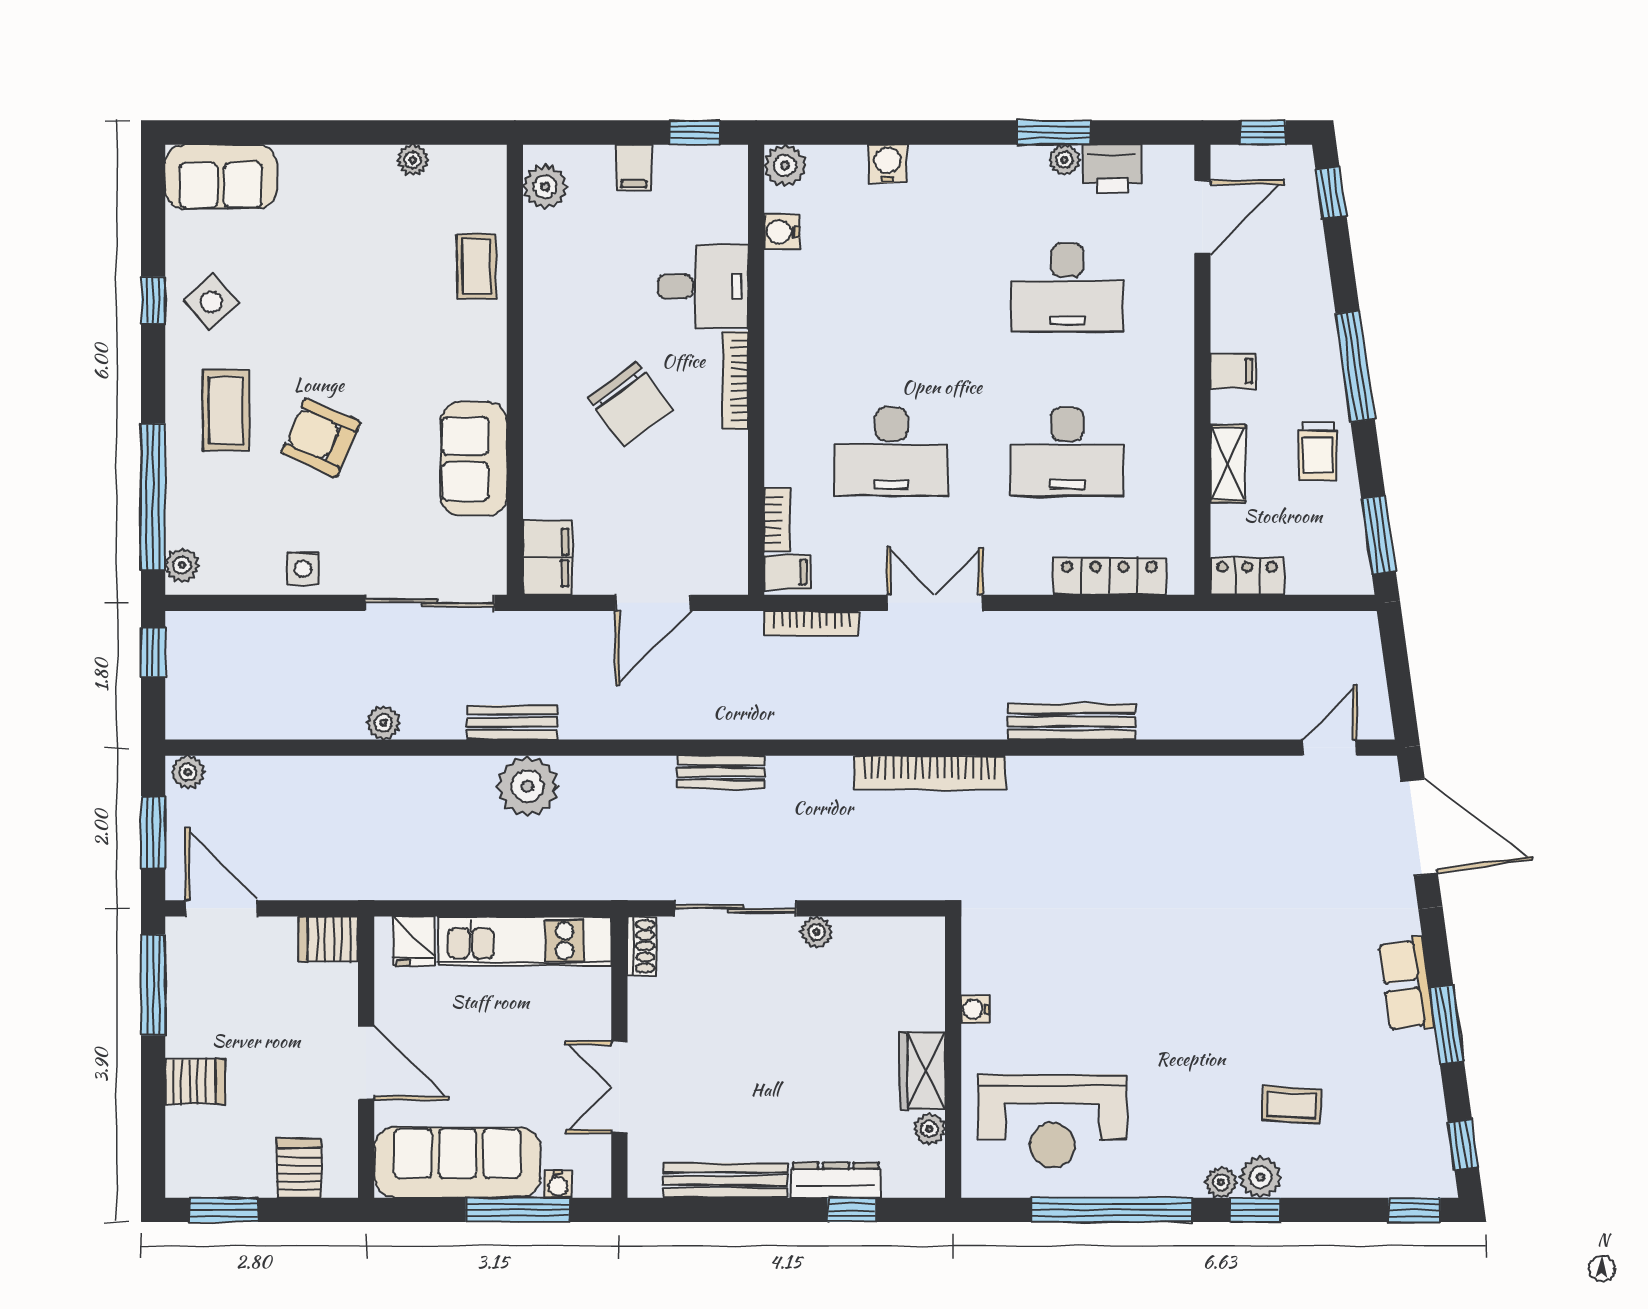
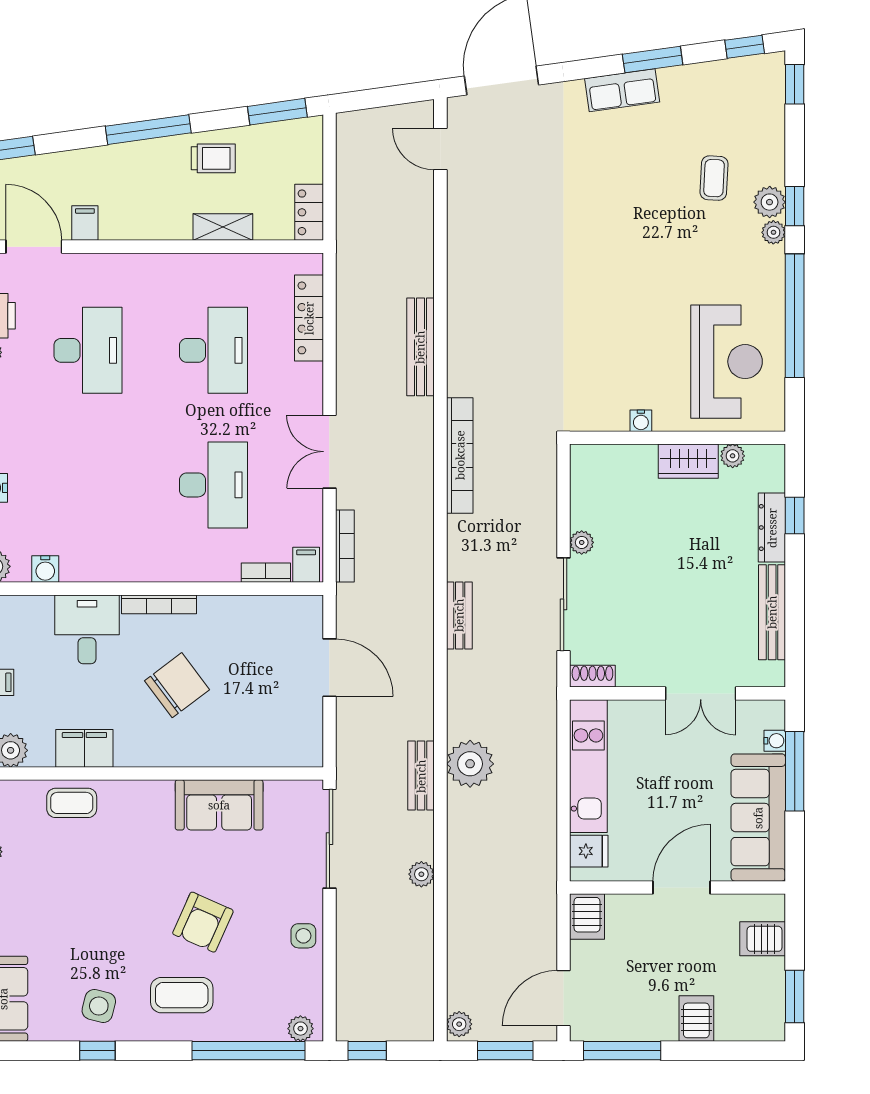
side table: (211, 302) -> (99, 1006), turned -35
filing cabinet: (1233, 371) -> (85, 223), moved
filing cabinet: (548, 558) -> (84, 748), moved

